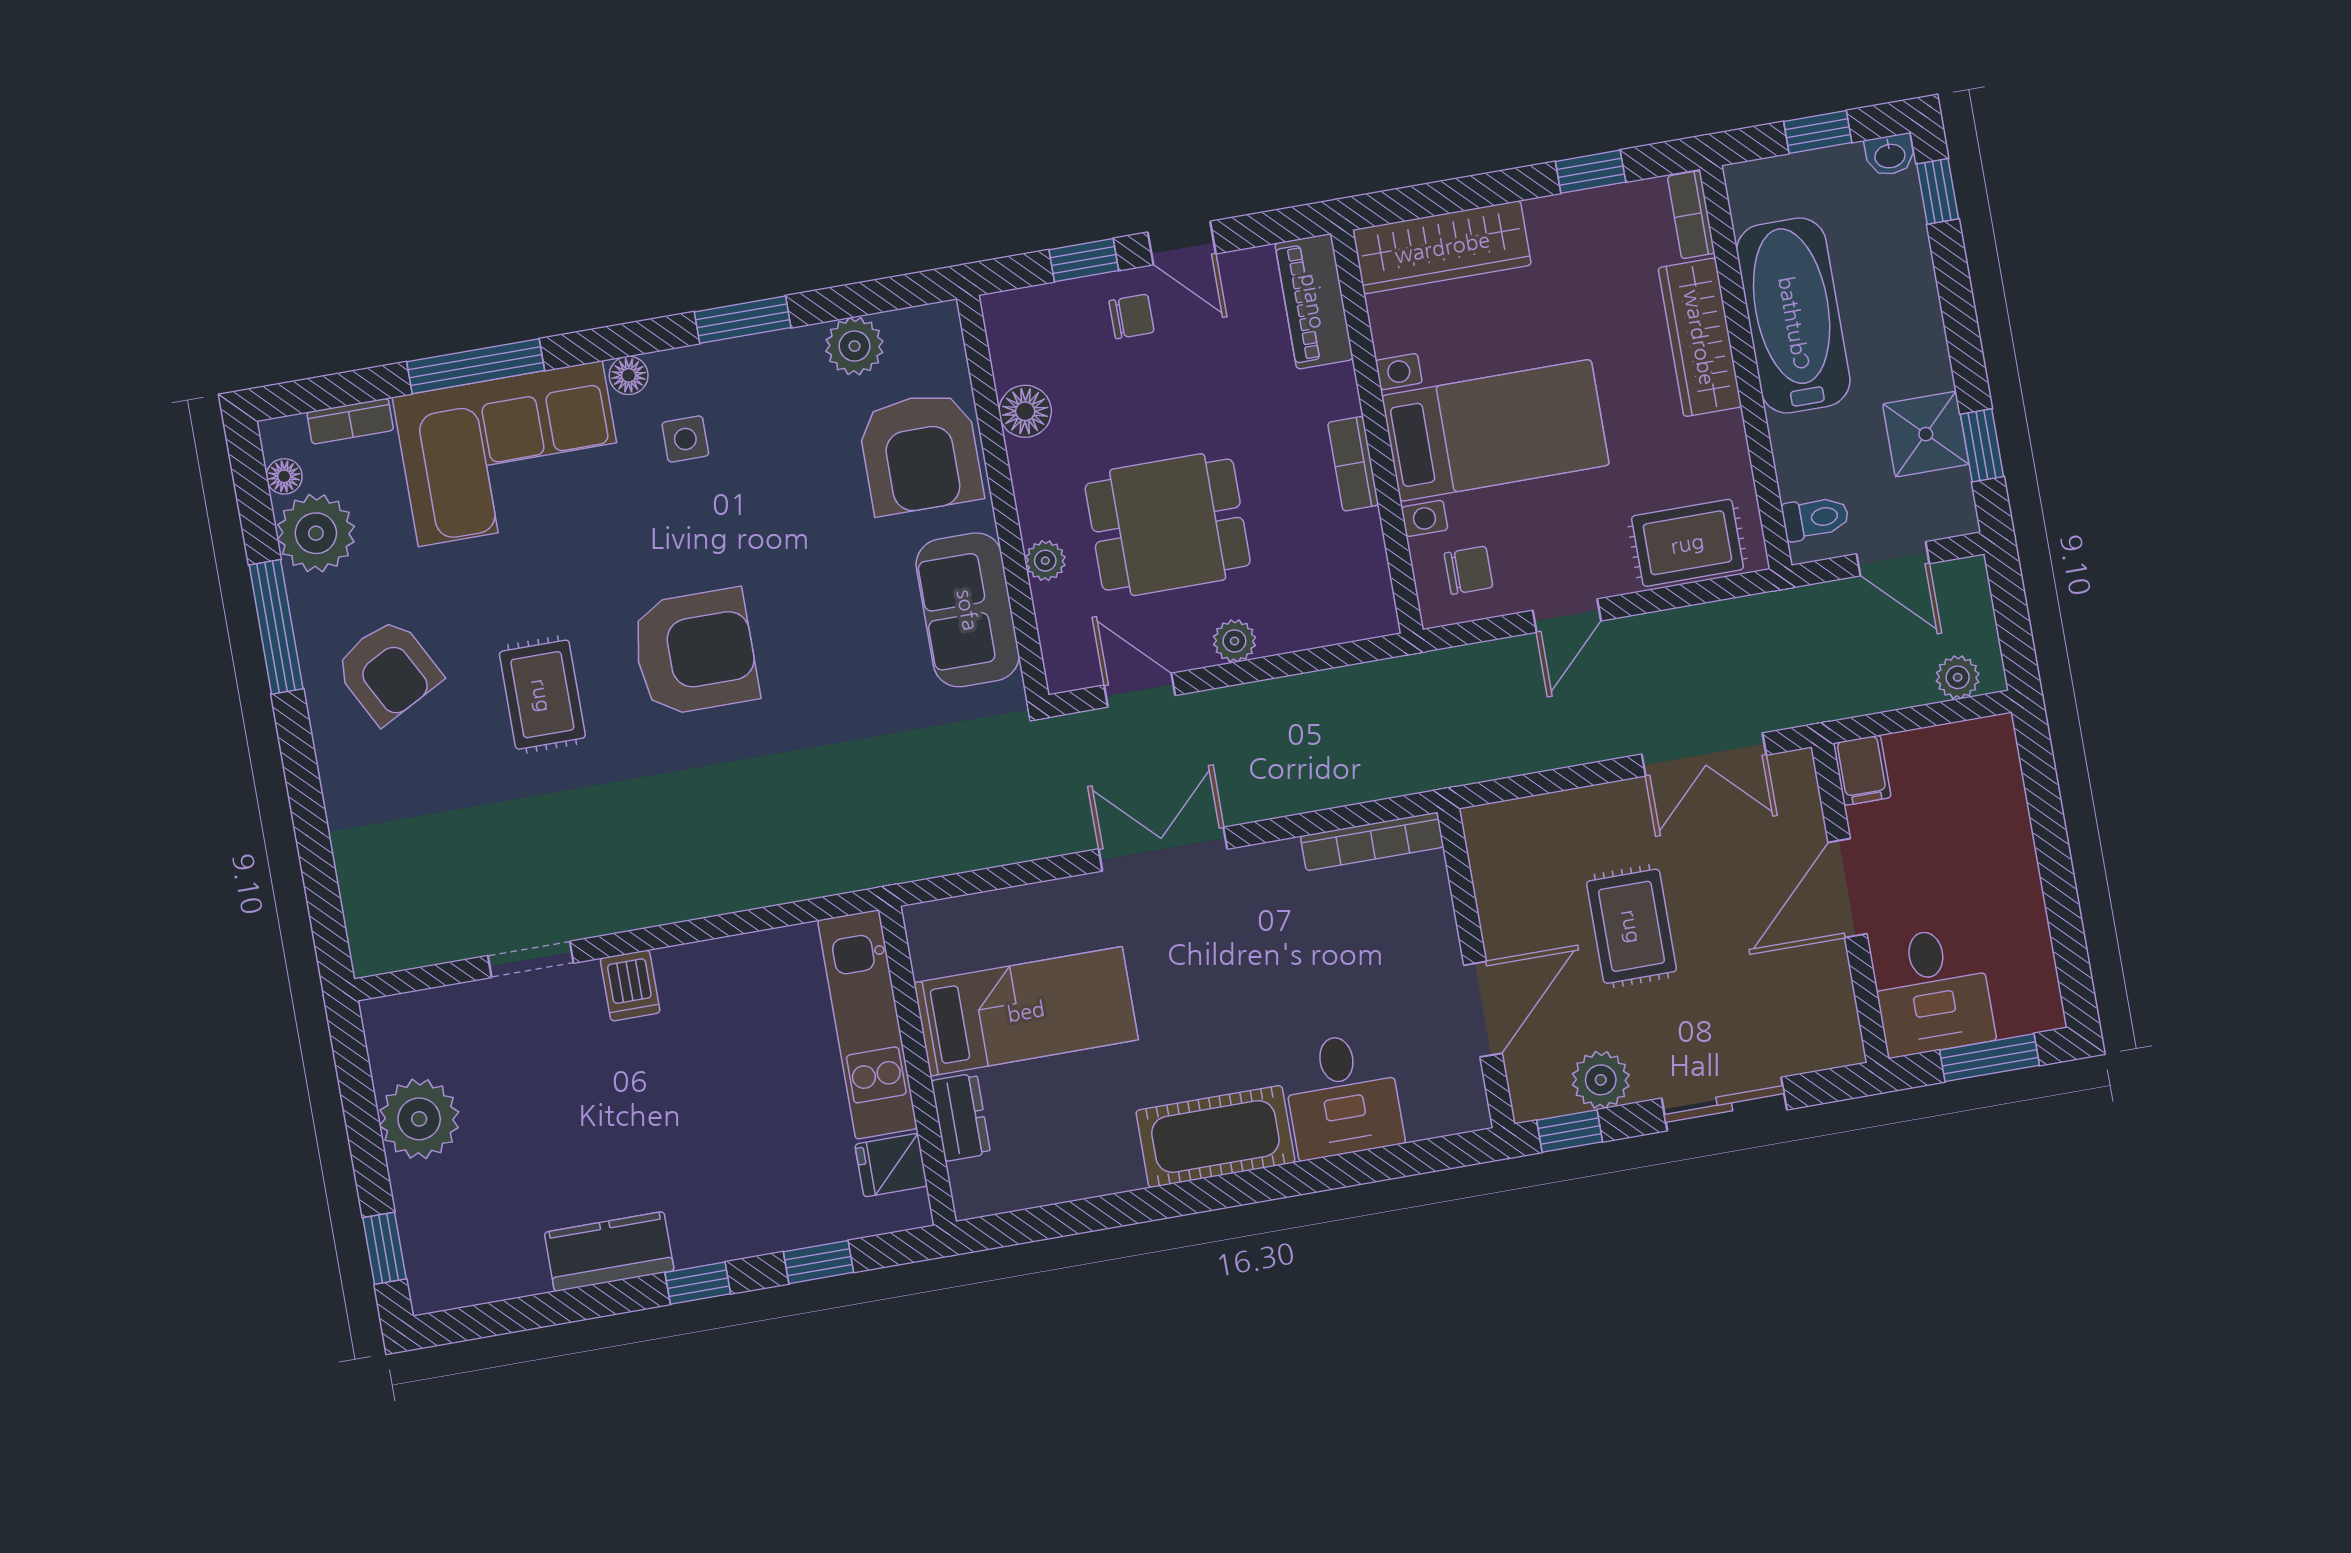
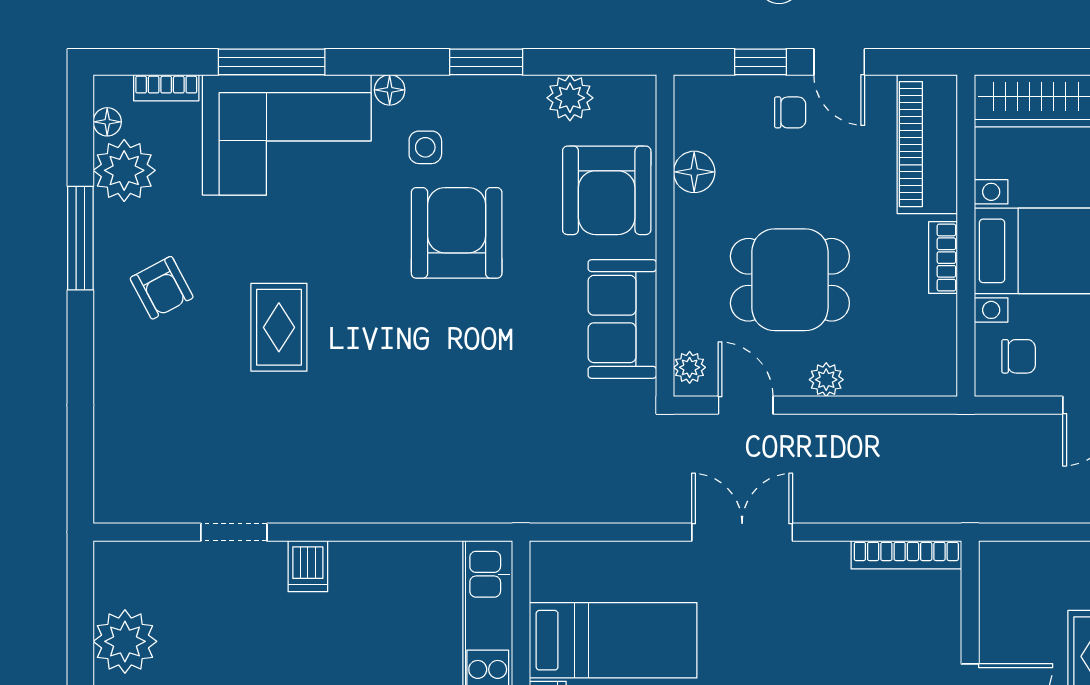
piano: (1314, 301) -> (927, 144), width x1.37, depth x1.33
plant: (1045, 561) -> (690, 367), moved
armchair: (695, 652) -> (457, 233), moved, turned -90
armchair: (388, 671) -> (162, 288), width x0.72, depth x0.72

